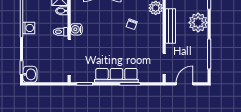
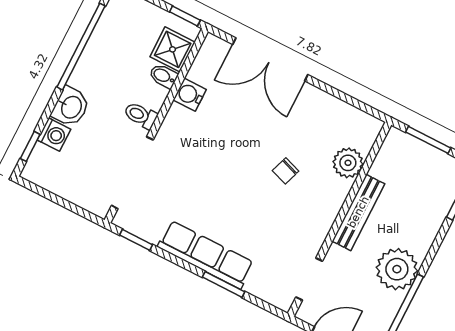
plant: (198, 23) -> (397, 269), moved
washing machine: (29, 28) -> (54, 135), moved
water cooler: (76, 29) -> (190, 95), moved
washbasin: (30, 74) -> (71, 107), moved

